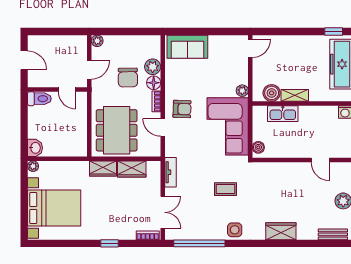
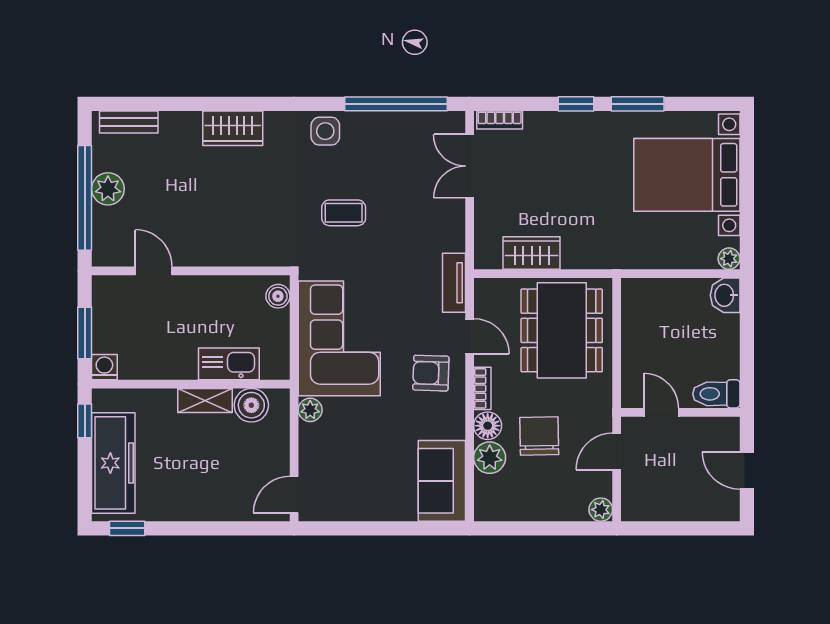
sofa: (187, 47) -> (442, 481), moved, turned -90
wardrobe: (103, 169) -> (589, 254), removed
tv unit: (170, 172) -> (454, 283), moved
window: (79, 243) -> (638, 104), added

